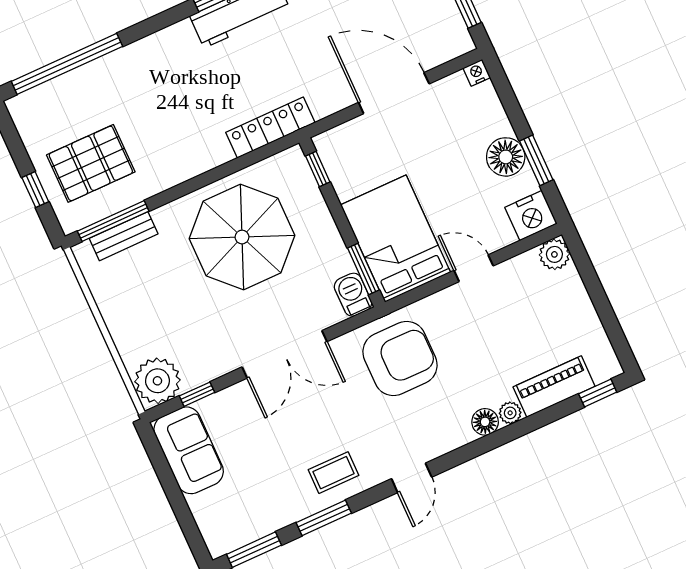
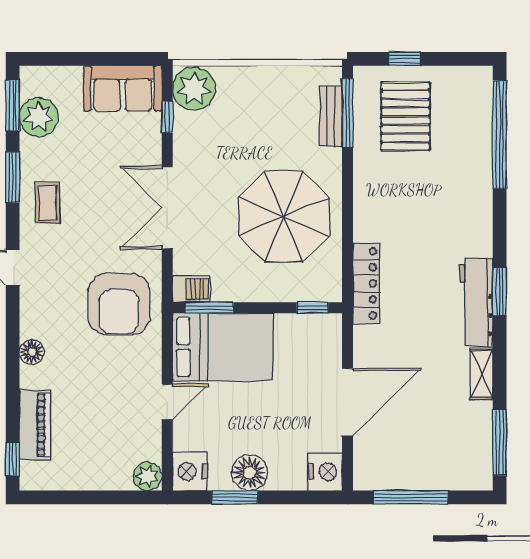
nightstand: (477, 73) -> (325, 472), width x1.89, depth x1.79
plant: (510, 413) -> (39, 117), moved, width x1.87, depth x1.87

